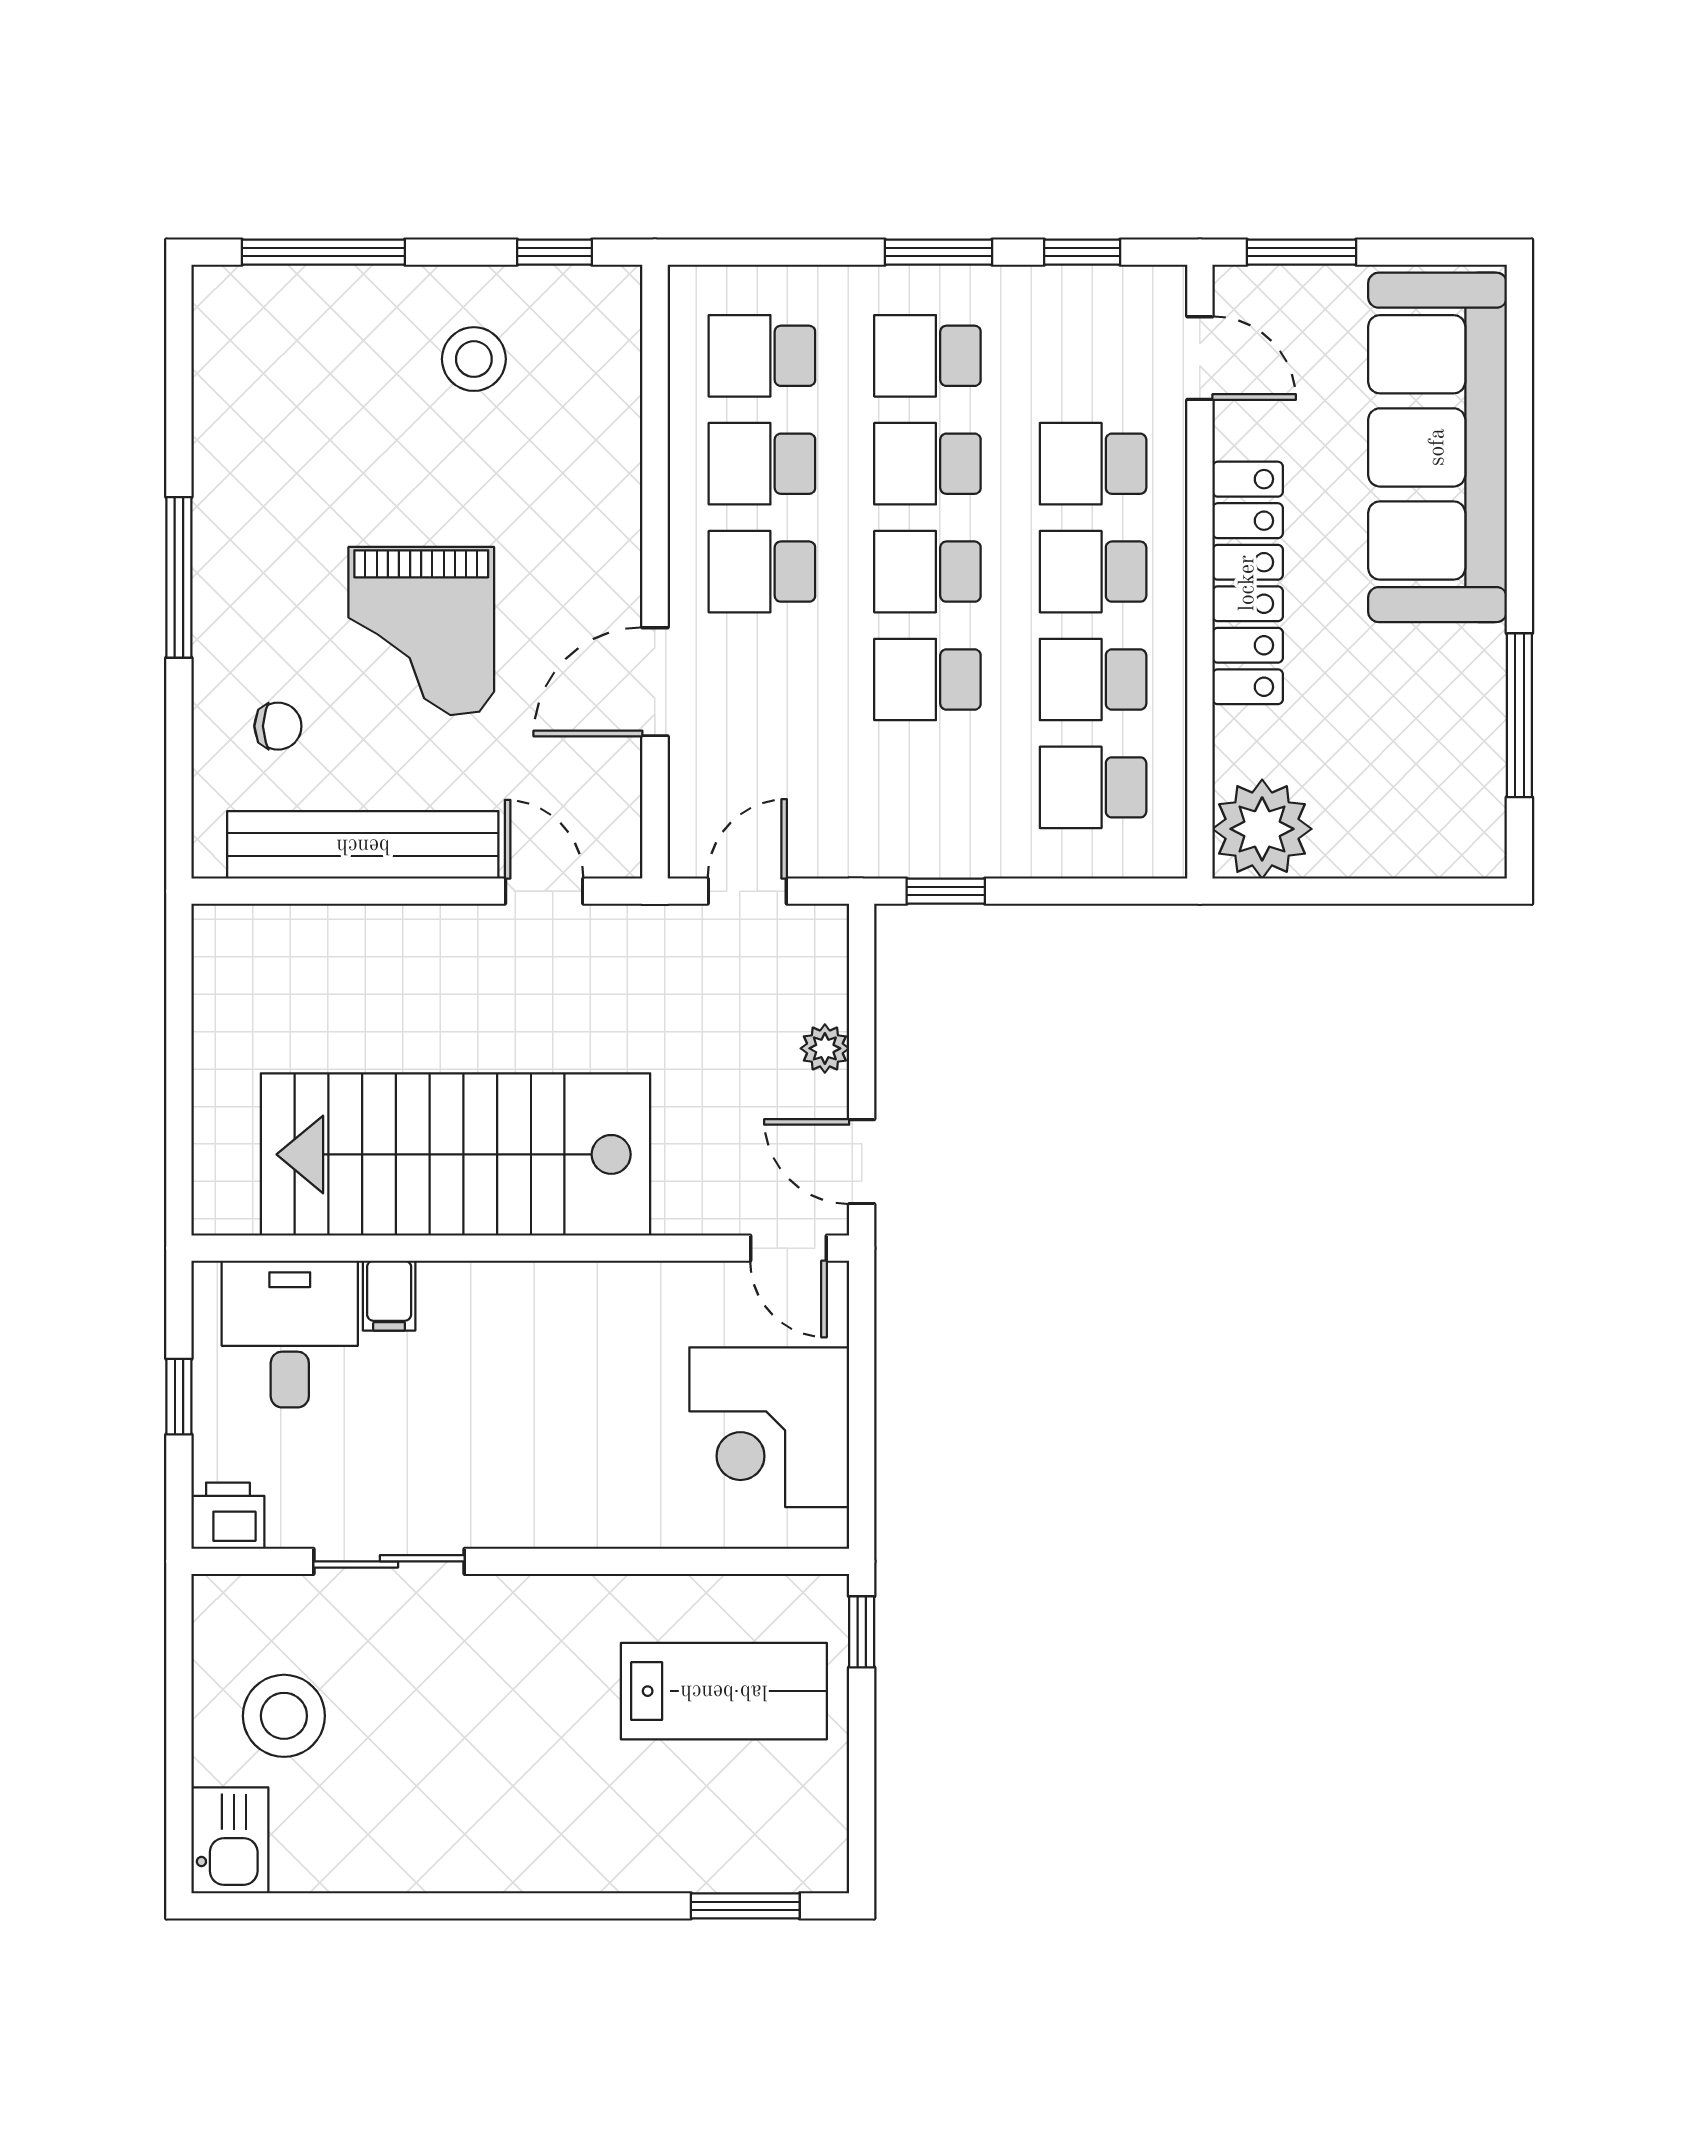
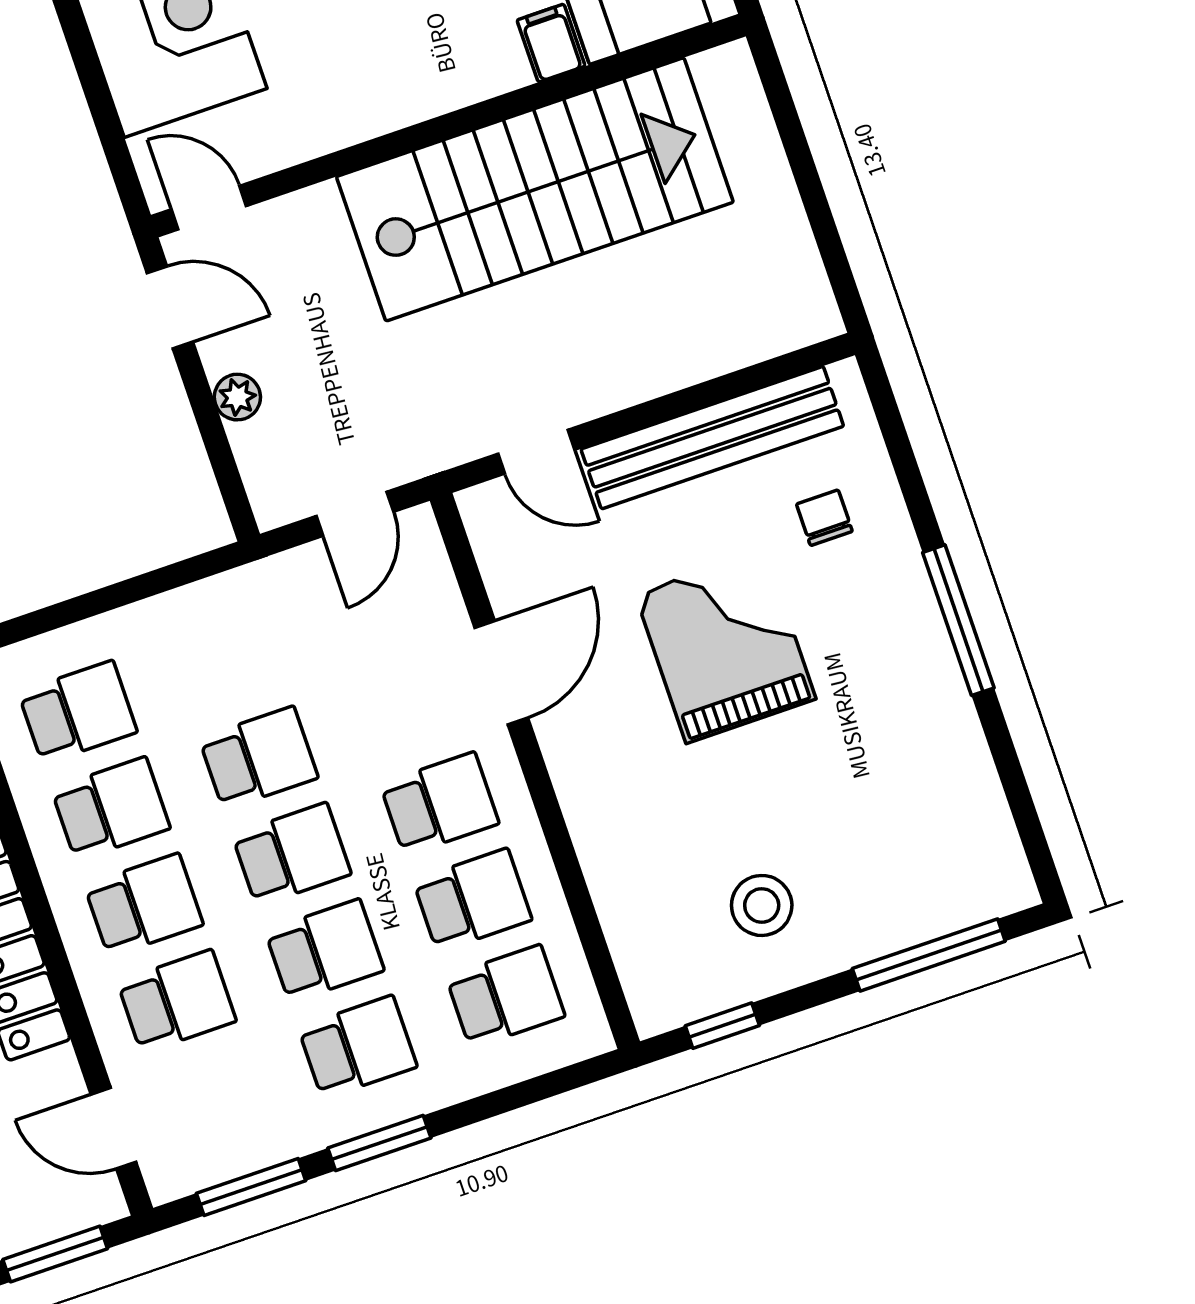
window: (1082, 252) -> (251, 1187), width x1.50
chair: (278, 726) -> (824, 518), turned 90
window: (946, 891) -> (178, 575), removed

